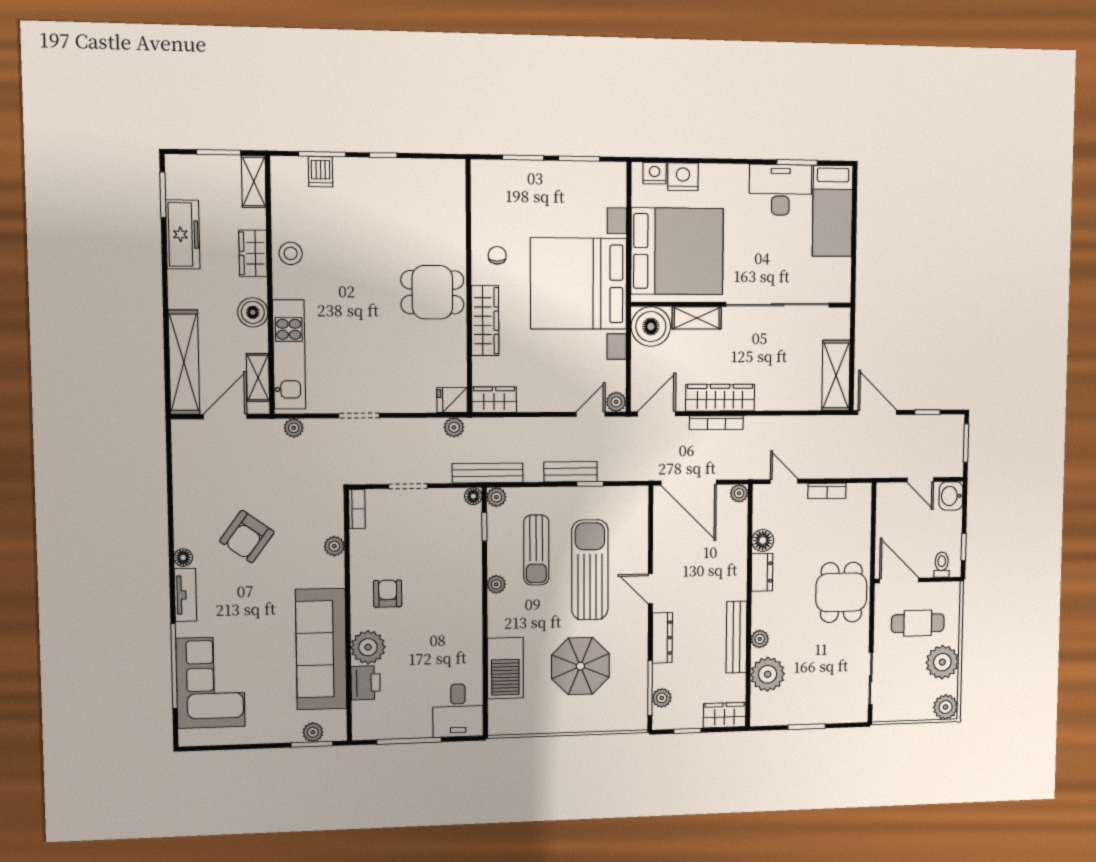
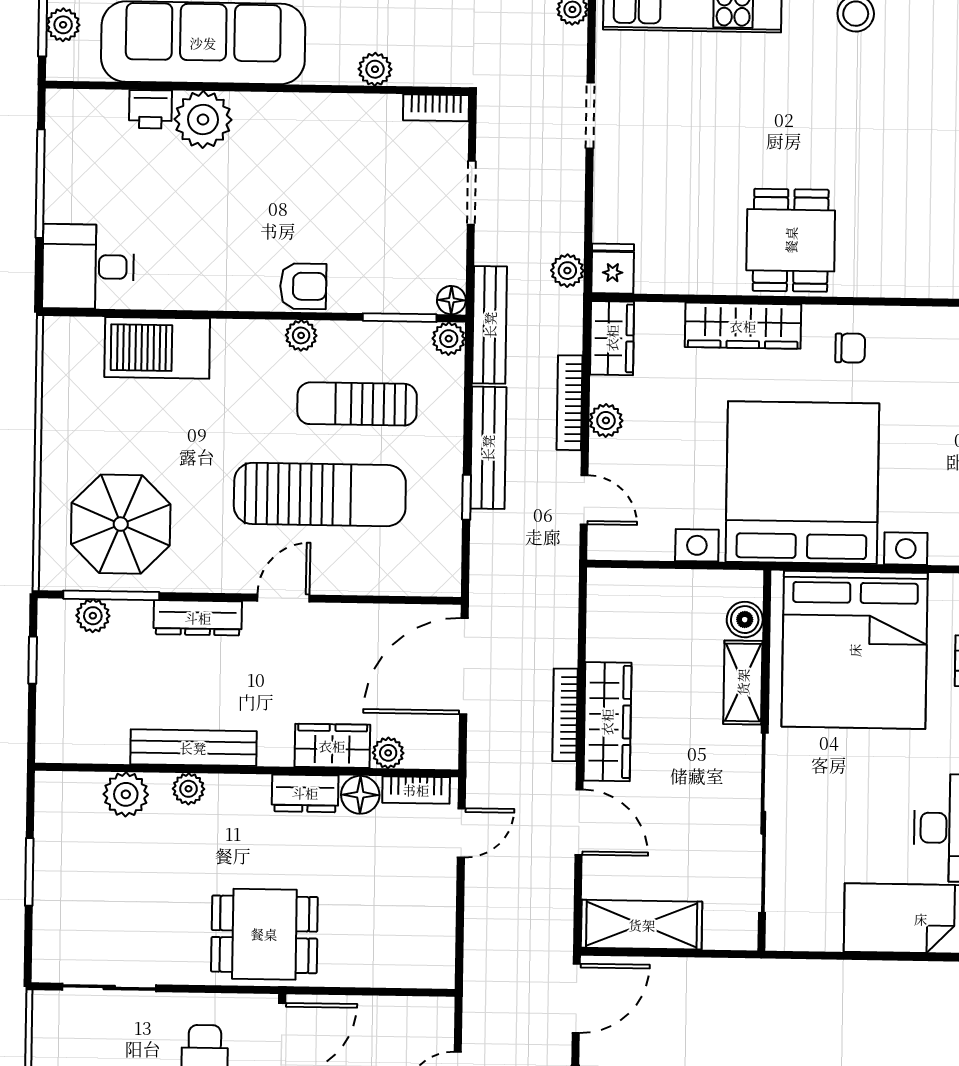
boiler: (651, 327) -> (745, 620), width x0.54, depth x0.54
plant: (616, 402) -> (606, 420), moved
door: (656, 414) -> (579, 822), moved
bookcase: (533, 424) -> (570, 403), added
bench: (571, 472) -> (488, 448), width x1.36
bookcase: (827, 491) -> (416, 790), moved, turned -90
plant: (739, 493) -> (388, 753), moved
window: (484, 527) -> (400, 318), width x1.50
armchair: (388, 594) -> (303, 286), moved
parasol: (580, 666) -> (121, 524), moved
plant: (768, 674) -> (126, 794), width x0.73, depth x0.73
printer: (366, 683) -> (150, 109), width x0.73, depth x0.81
wardrobe: (725, 715) -> (332, 746), moved, turned -90

